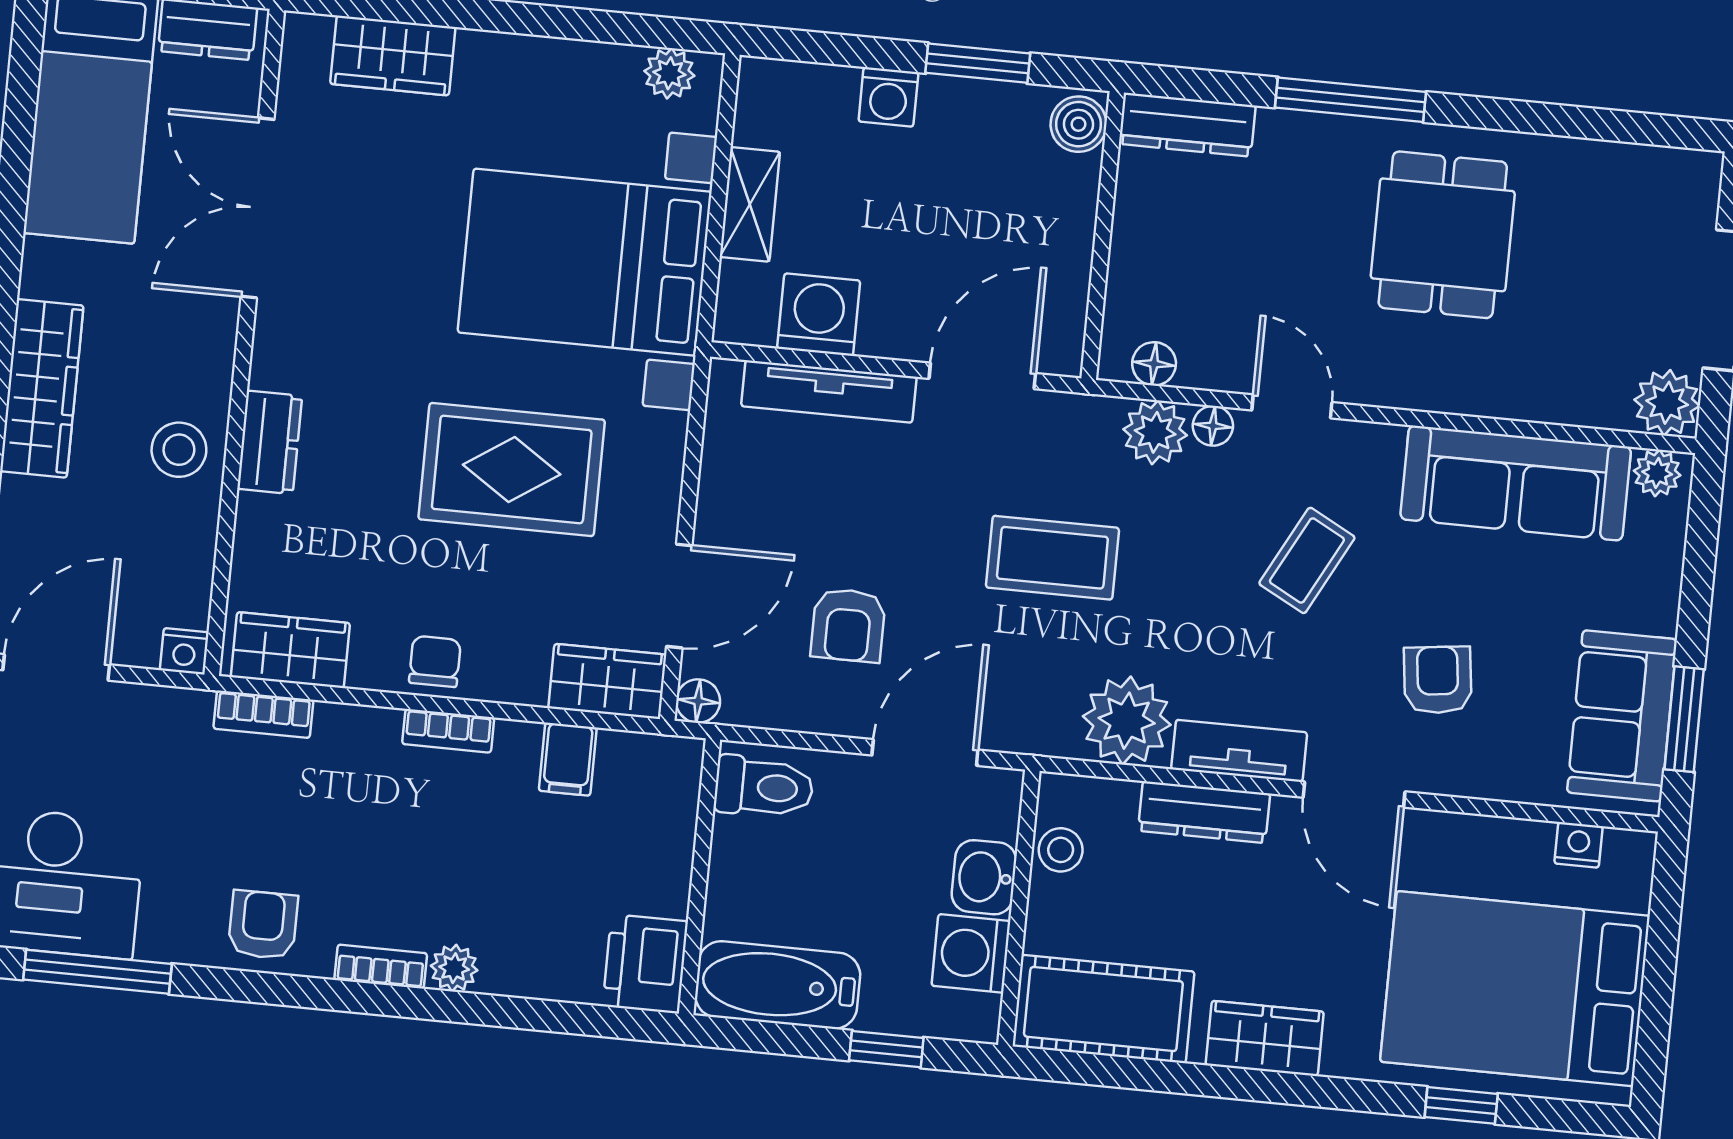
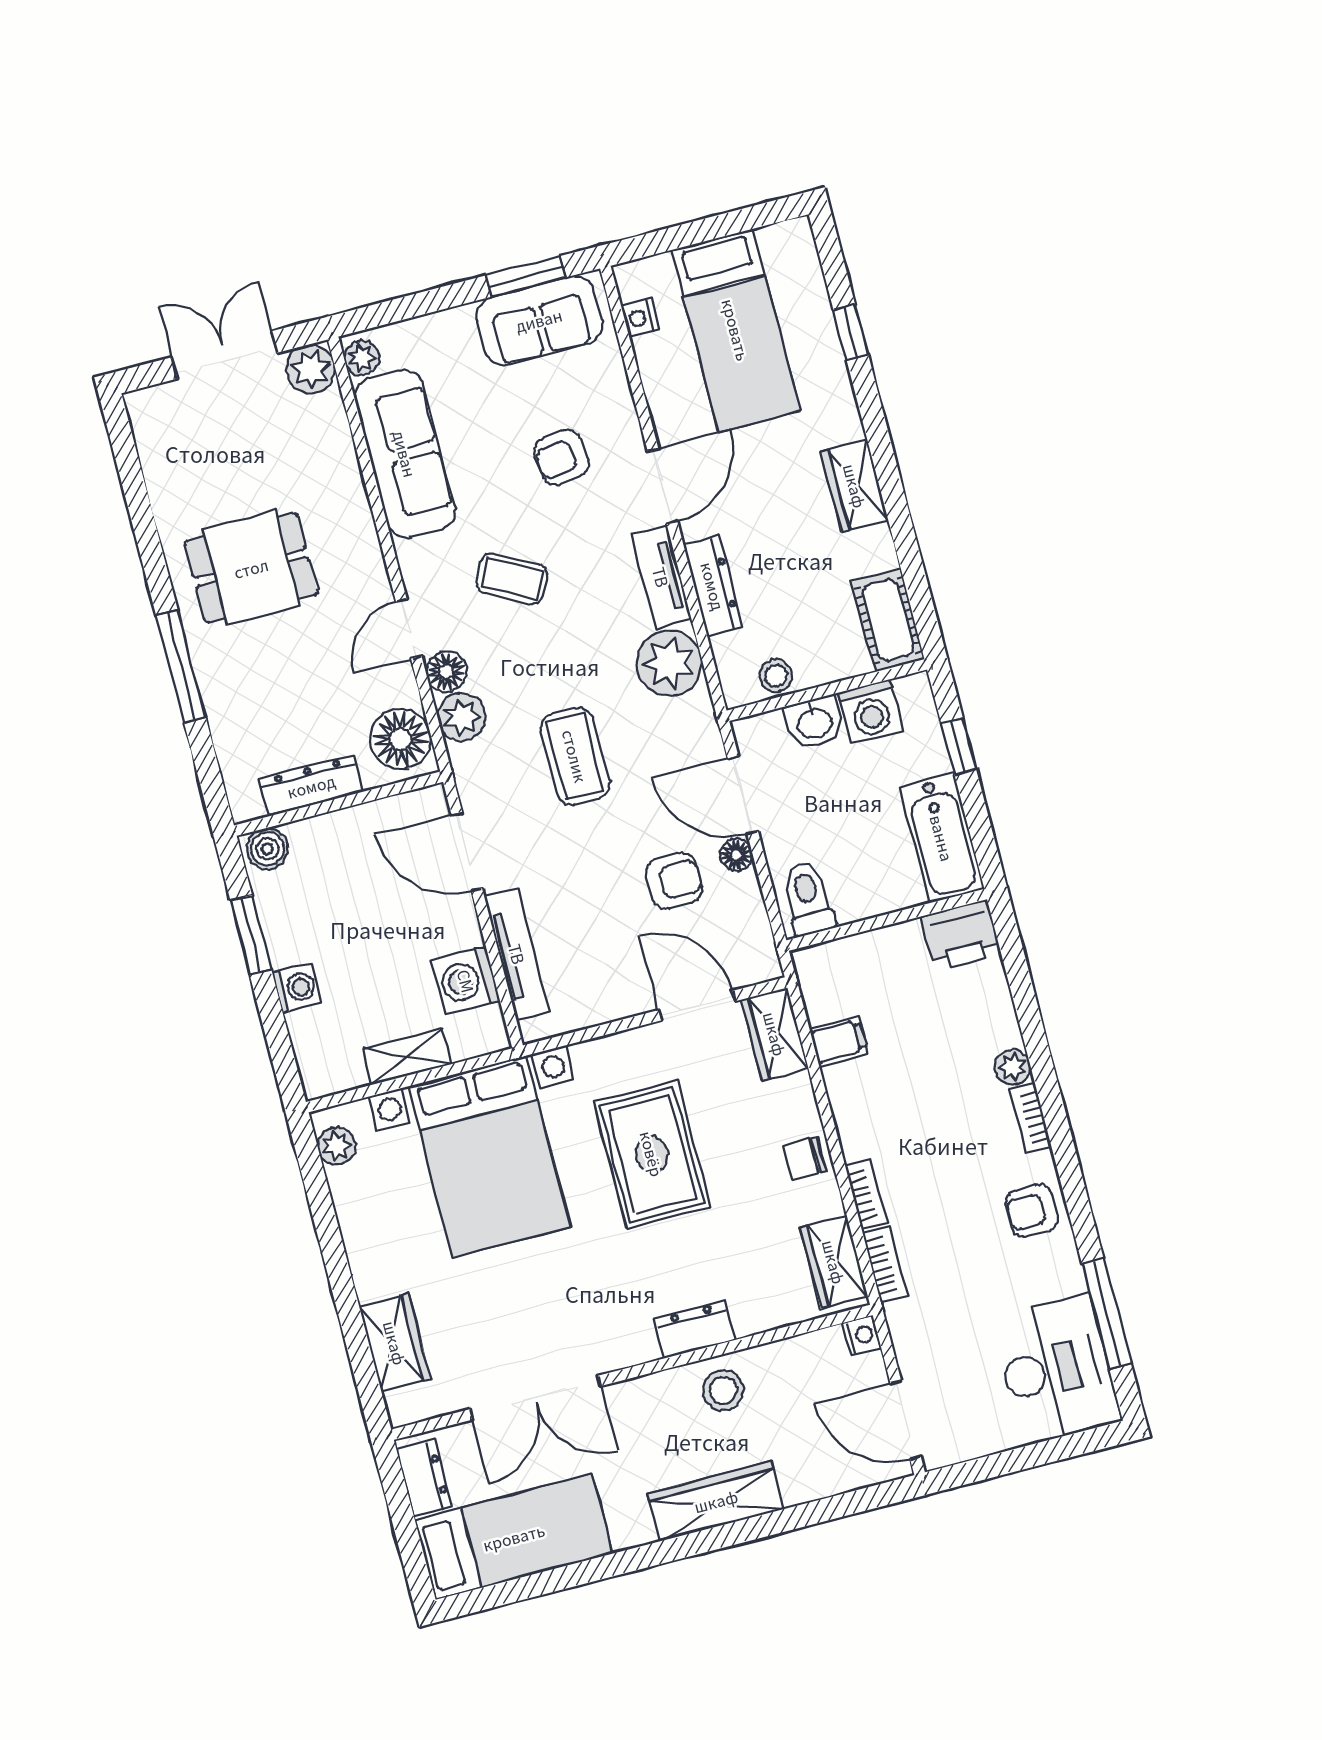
dresser: (1187, 125) -> (311, 786), moved, turned -90
floor lamp: (1154, 364) -> (401, 739), width x1.89, depth x1.89
floor lamp: (1213, 426) -> (446, 672), width x1.37, depth x1.37
floor lamp: (698, 701) -> (736, 855), moved
bookcase: (448, 731) -> (866, 1195), moved
bed: (1515, 989) -> (736, 330), width x0.67
cot: (1103, 1009) -> (888, 620), width x0.73, depth x0.75

